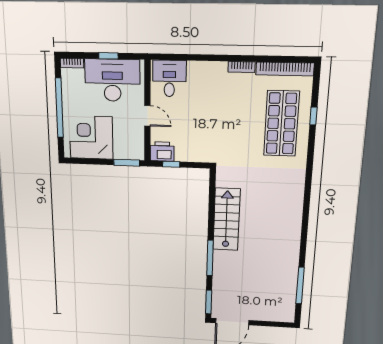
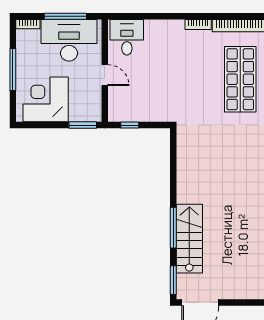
window: (108, 56) -> (65, 16), width x2.17
window: (59, 108) -> (13, 70), width x0.68
printer: (162, 151) -> (120, 112), removed
stairs: (226, 219) -> (189, 239), moved

